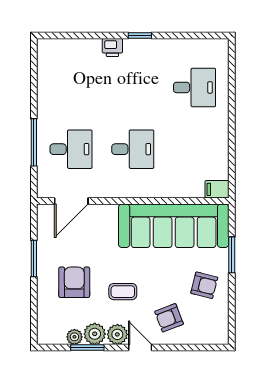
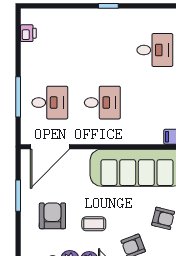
printer: (112, 48) -> (28, 33), moved, turned -90
door: (71, 201) -> (50, 147), width x1.36

